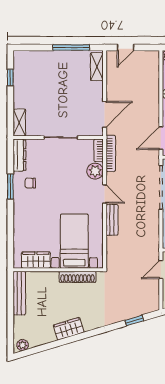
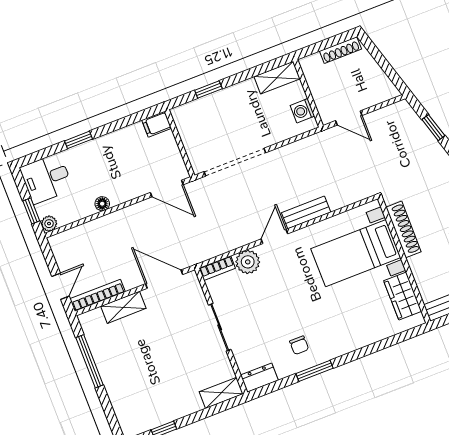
door: (125, 47) -> (60, 286), hinge flipped
shelving: (97, 67) -> (123, 307), moved
bookcase: (111, 153) -> (98, 295), moved
dresser: (19, 155) -> (259, 378), width x0.70

